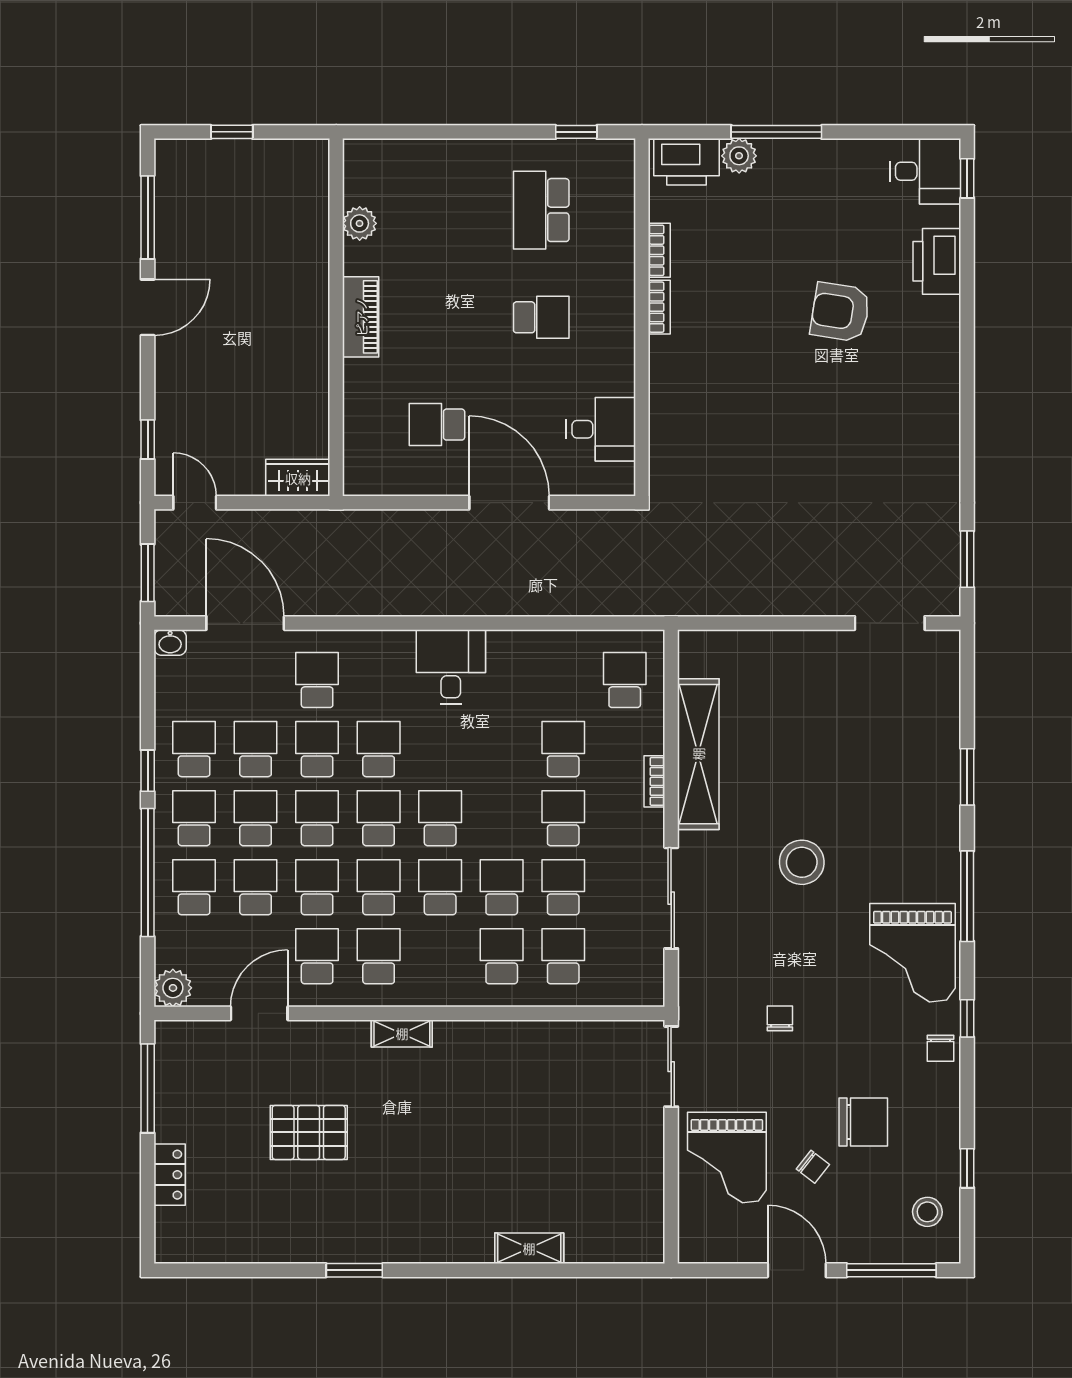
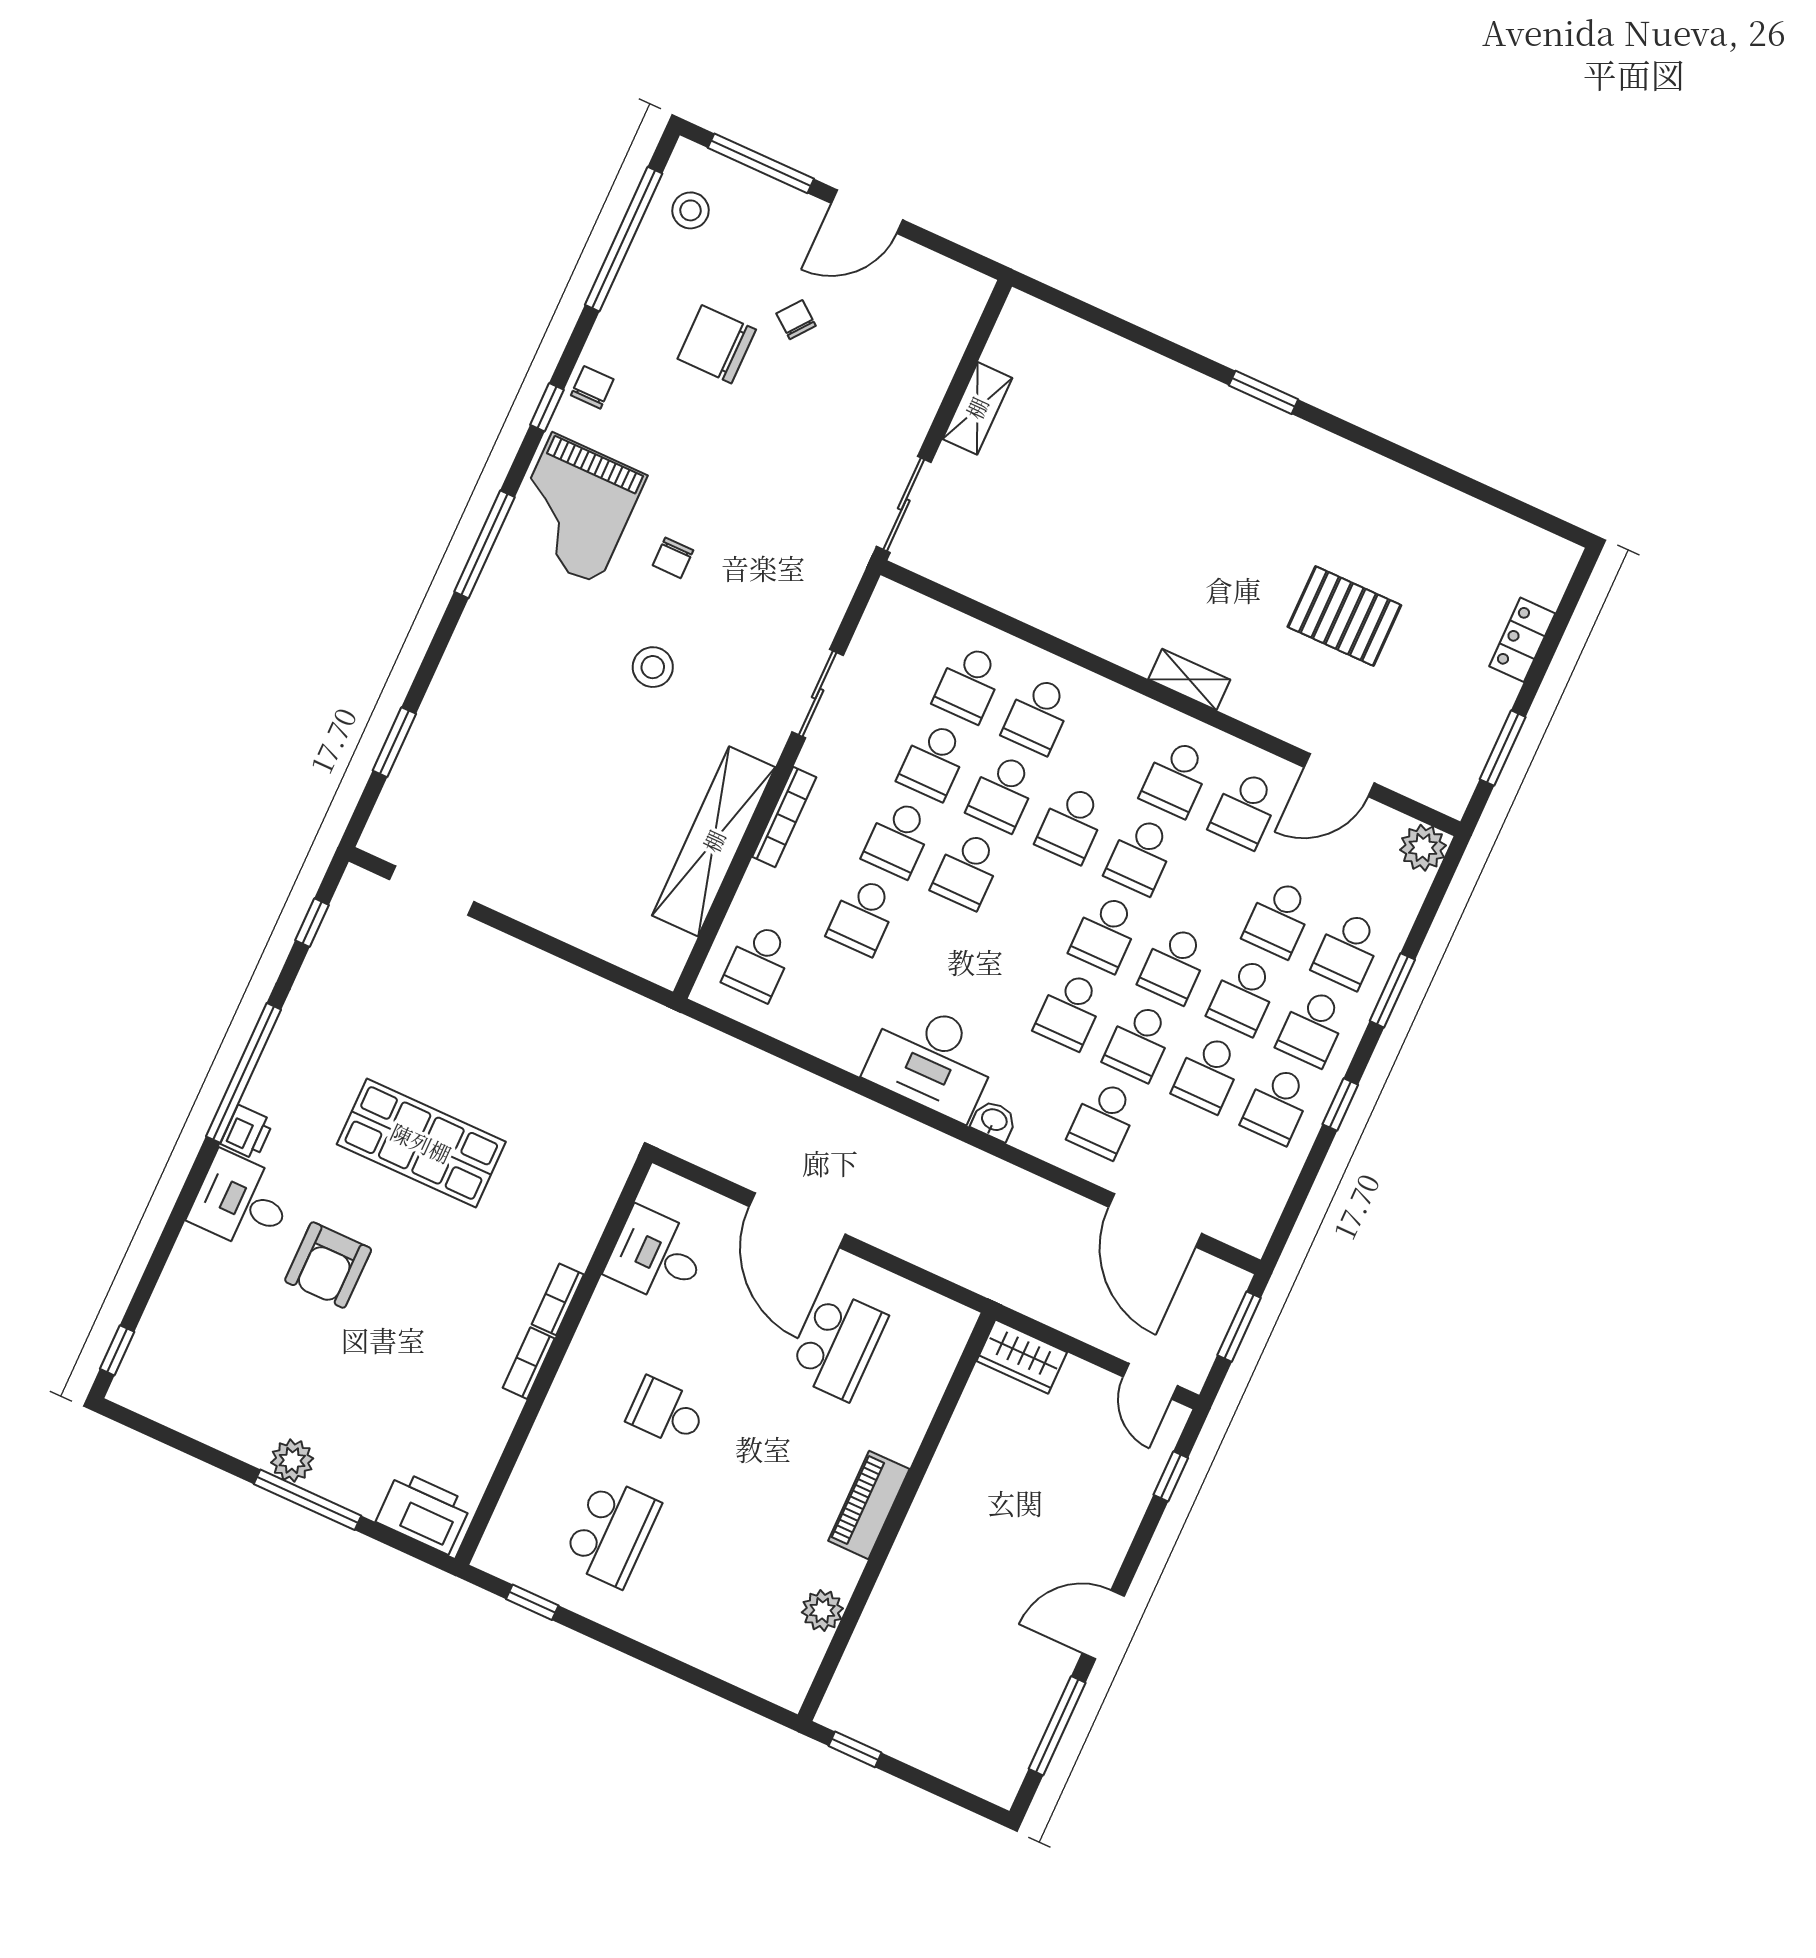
window: (232, 132) -> (855, 1749), moved
plant: (739, 156) -> (292, 1461), moved
desk: (925, 171) -> (242, 1202), moved
bookcase: (659, 250) -> (558, 1299), moved
printer: (937, 261) -> (247, 1132), moved, width x0.53, depth x0.68
armchair: (840, 312) -> (328, 1265), turned 81
school desk: (437, 425) -> (838, 1345), width x1.85
window: (967, 425) -> (244, 1073), added
shop shelf: (812, 433) -> (421, 1143), added
window: (967, 559) -> (312, 923), width x0.67
washbasin: (170, 643) -> (994, 1120), moved
desk: (451, 667) -> (932, 1060), width x1.37
window: (967, 777) -> (394, 742), moved
bookcase: (654, 781) -> (784, 817), width x1.56
school desk: (440, 818) -> (967, 870), moved
stool: (802, 862) -> (653, 667), width x0.73, depth x0.73
window: (148, 872) -> (1392, 990), width x0.47
school desk: (317, 887) -> (1210, 887), removed
sliding door: (671, 898) -> (818, 694), width x0.73
grand piano: (912, 953) -> (575, 509), turned 180
chair: (780, 1018) -> (673, 558), moved
window: (148, 1088) -> (1503, 748), width x0.69
grand piano: (727, 1158) -> (888, 374), removed
window: (967, 1168) -> (624, 239), width x3.17
shelving: (529, 1248) -> (977, 408), moved, turned 90
window: (354, 1270) -> (1264, 392), moved
door: (797, 1270) -> (867, 212), hinge flipped

